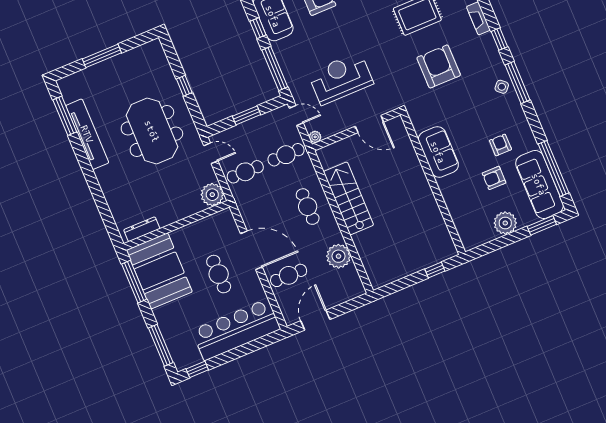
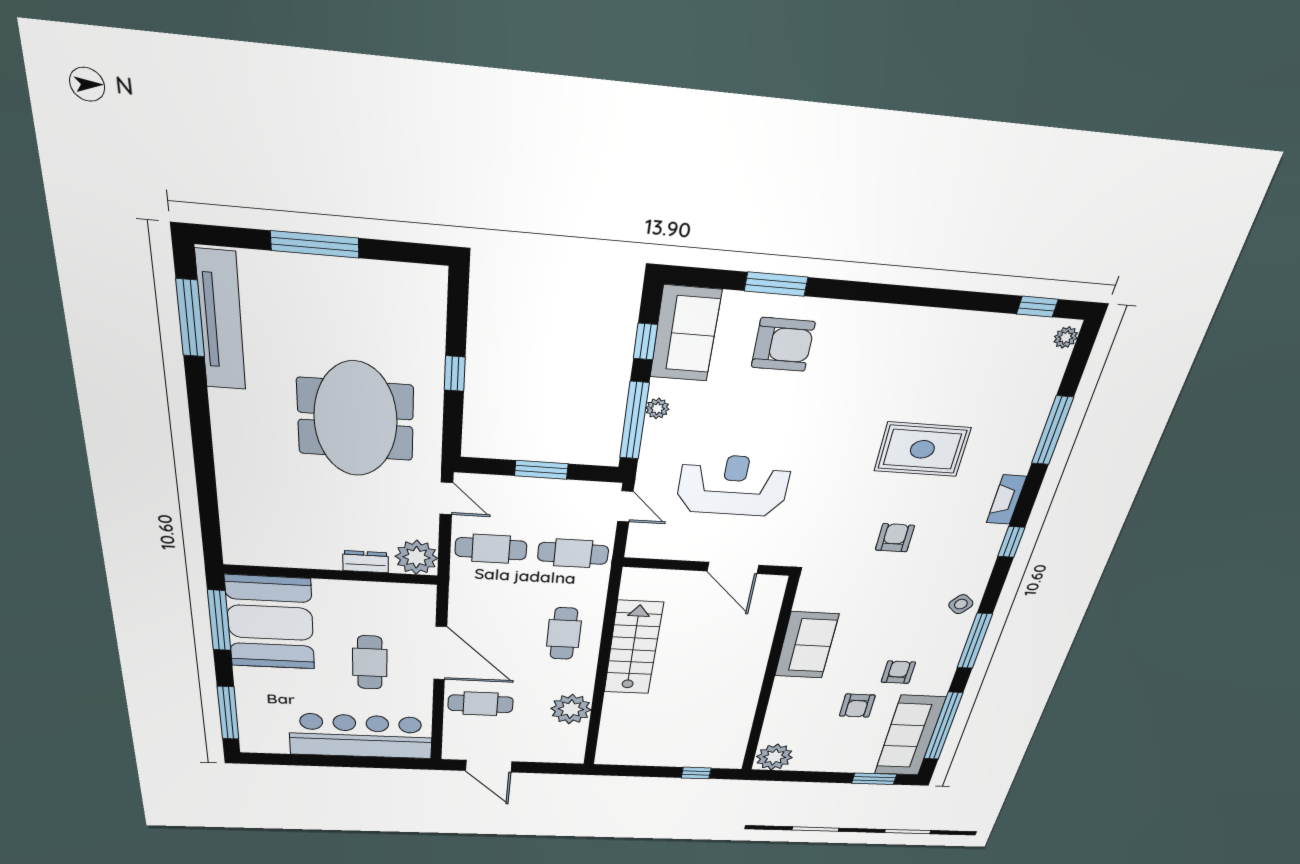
armchair: (439, 66) -> (895, 538), width x0.53, depth x0.53
window: (518, 82) -> (975, 641), moved
tv unit: (87, 134) -> (221, 321), moved
plant: (315, 137) -> (657, 408), moved
armchair: (494, 178) -> (857, 706), turned -90
plant: (505, 223) -> (774, 757), moved
dresser: (142, 229) -> (366, 562), moved, width x0.70
door: (315, 320) -> (489, 766), swing flipped
window: (197, 369) -> (275, 759), removed

